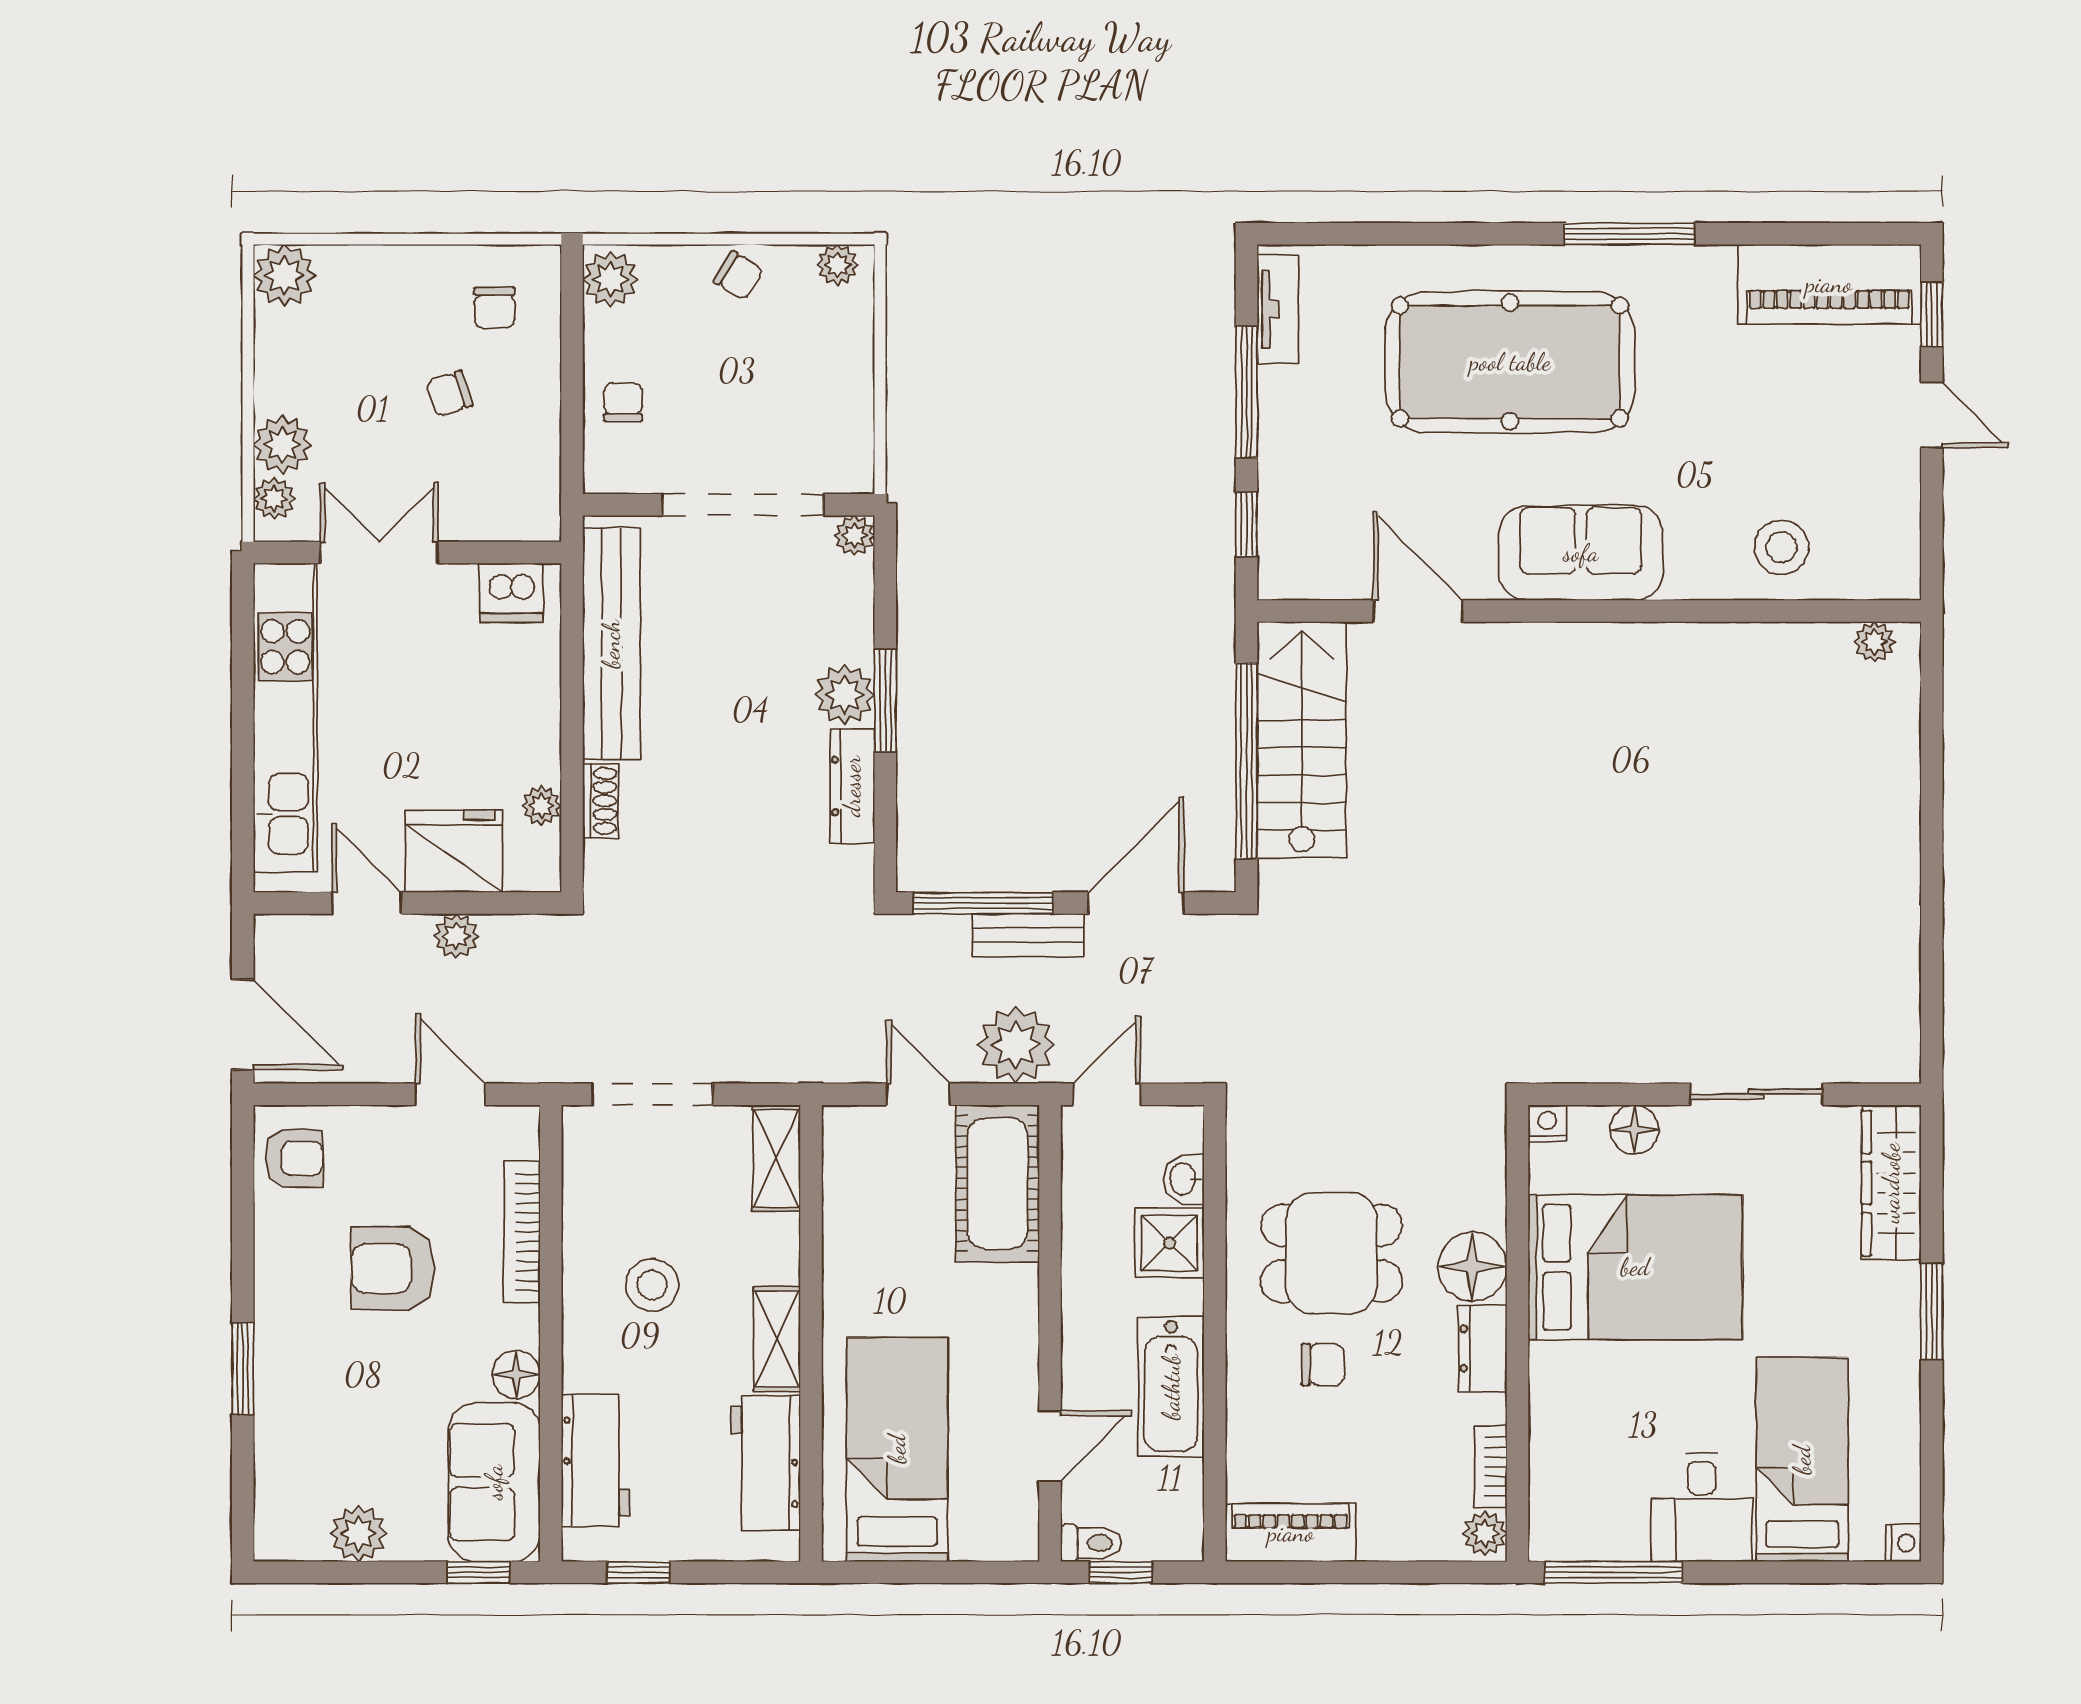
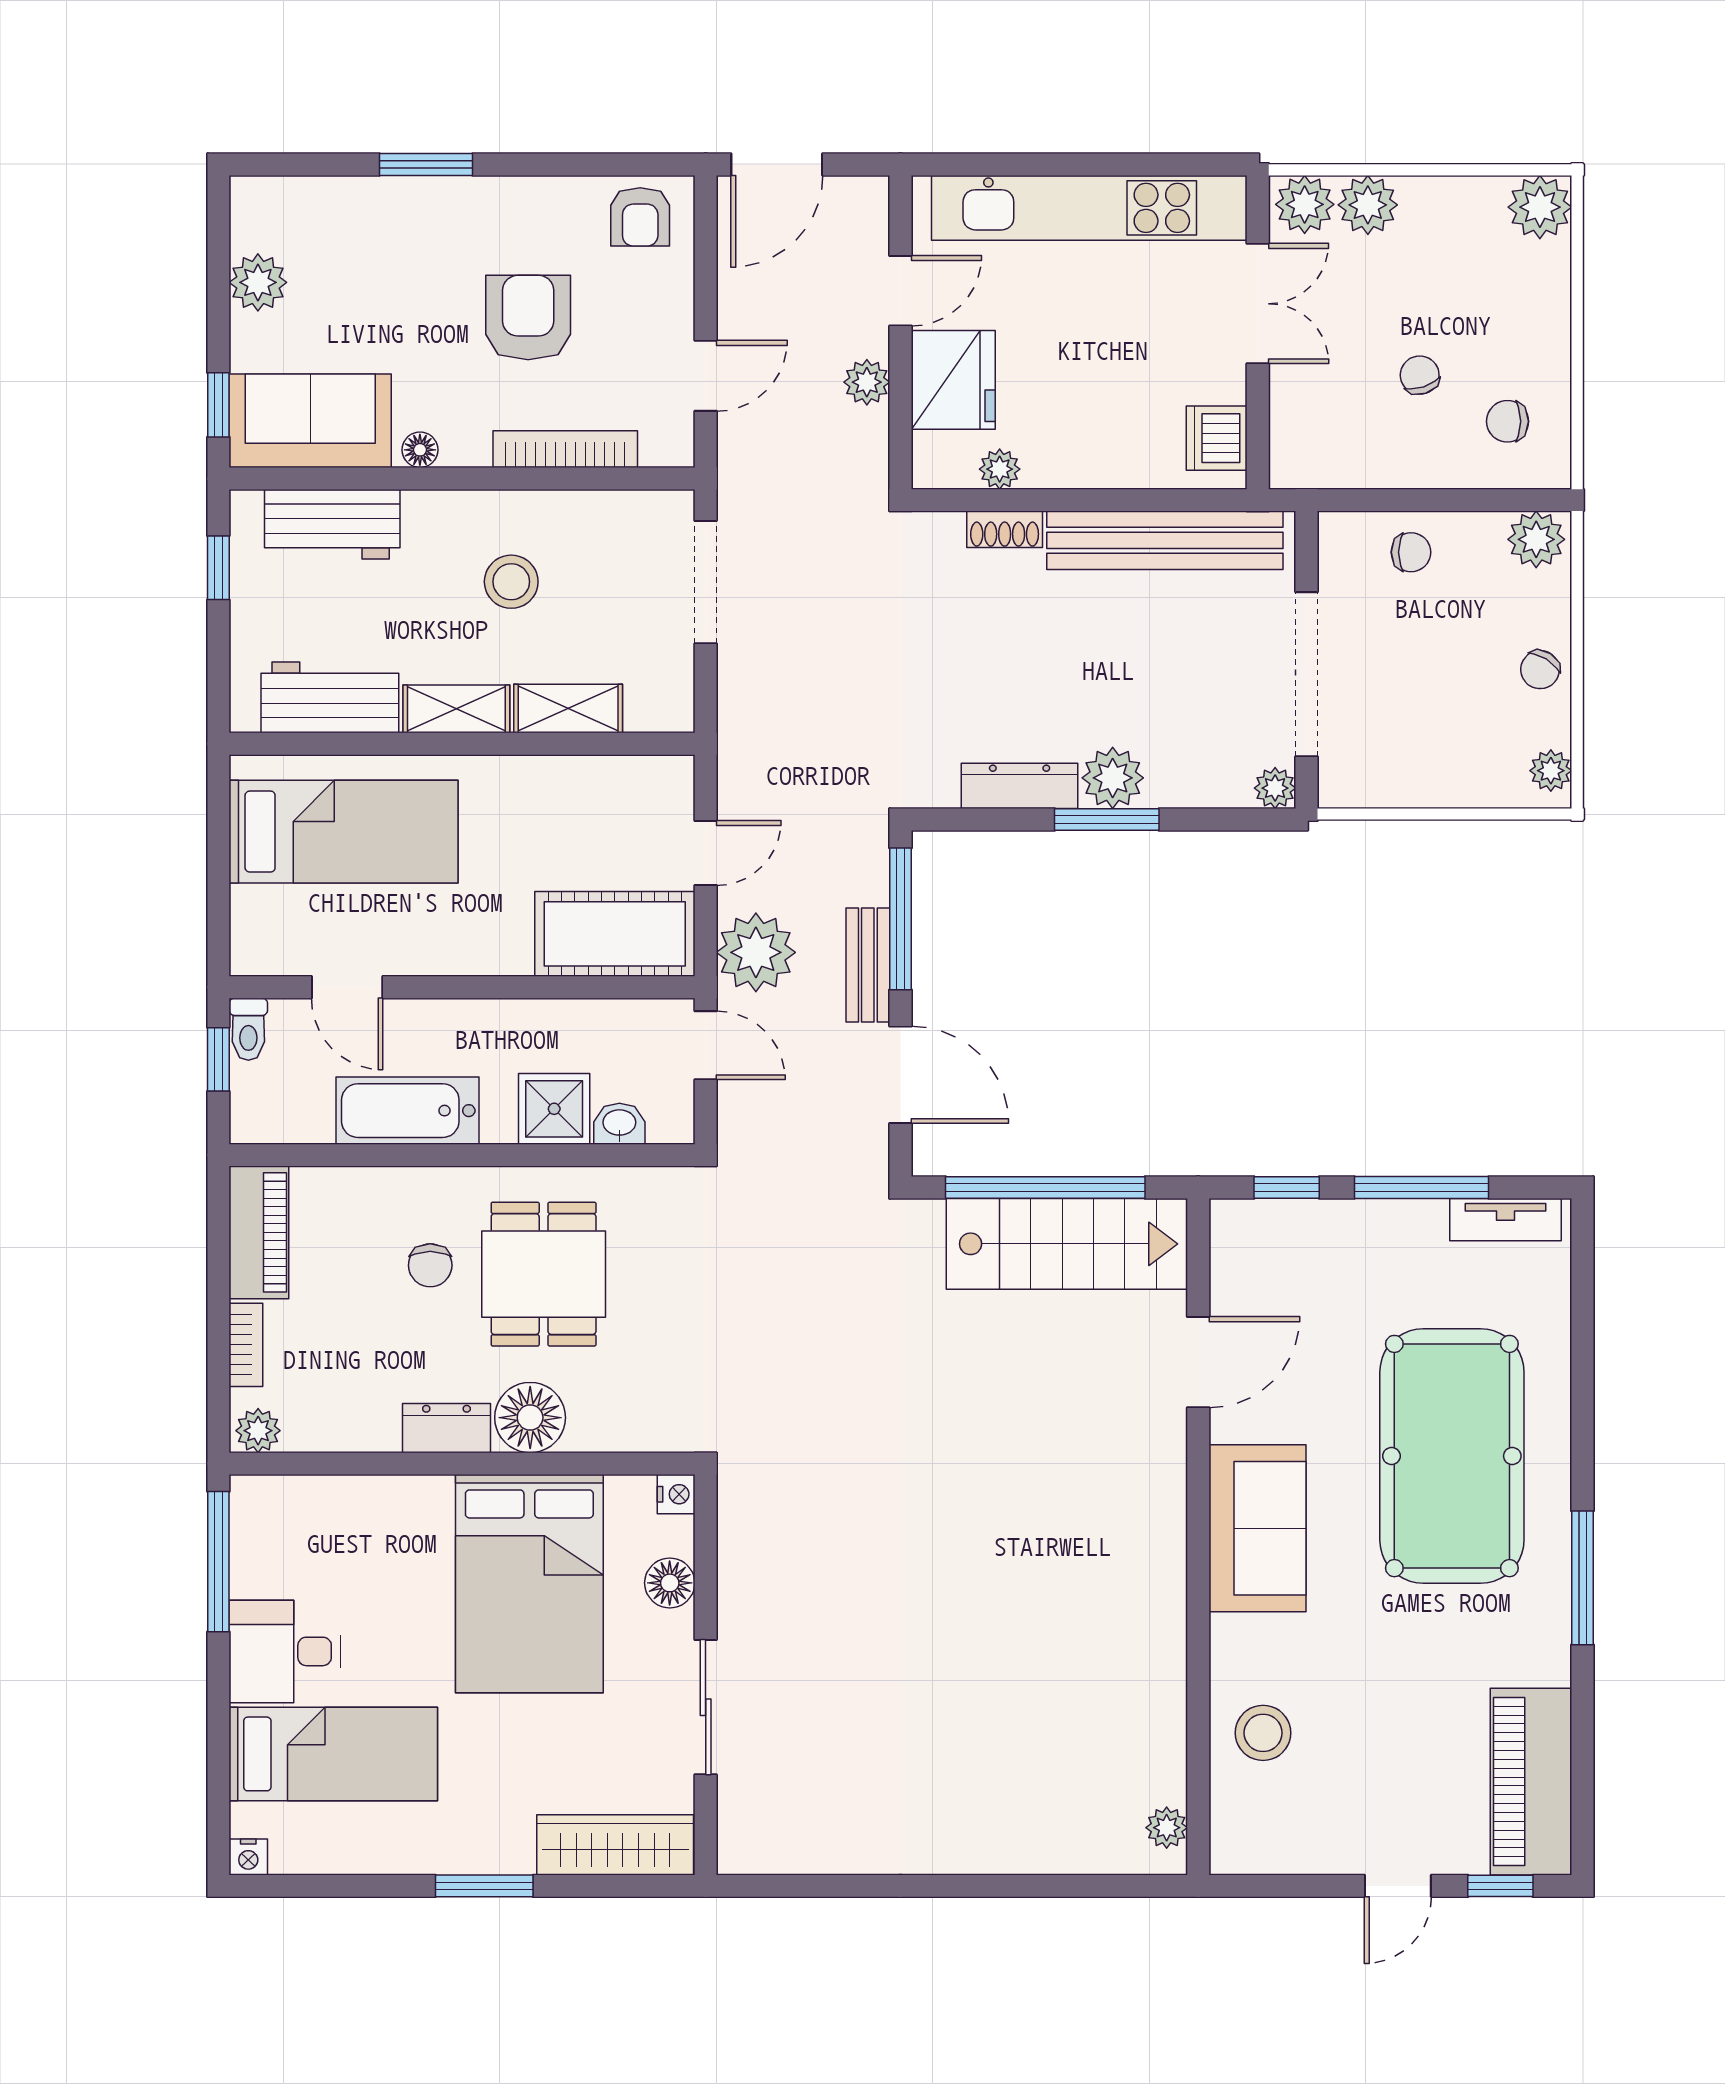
plant: (274, 499) -> (1305, 204), width x1.38, depth x1.38
shelving: (776, 1158) -> (568, 708), moved
floor lamp: (516, 1375) -> (420, 450), width x0.73, depth x0.73
bookcase: (1490, 1467) -> (246, 1345), moved, turned 90

